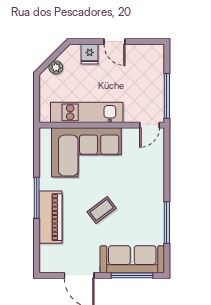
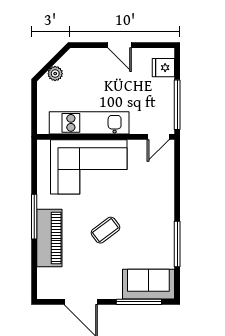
fridge: (90, 54) -> (163, 68), moved, turned 90
sofa: (132, 259) -> (148, 284), width x0.73

